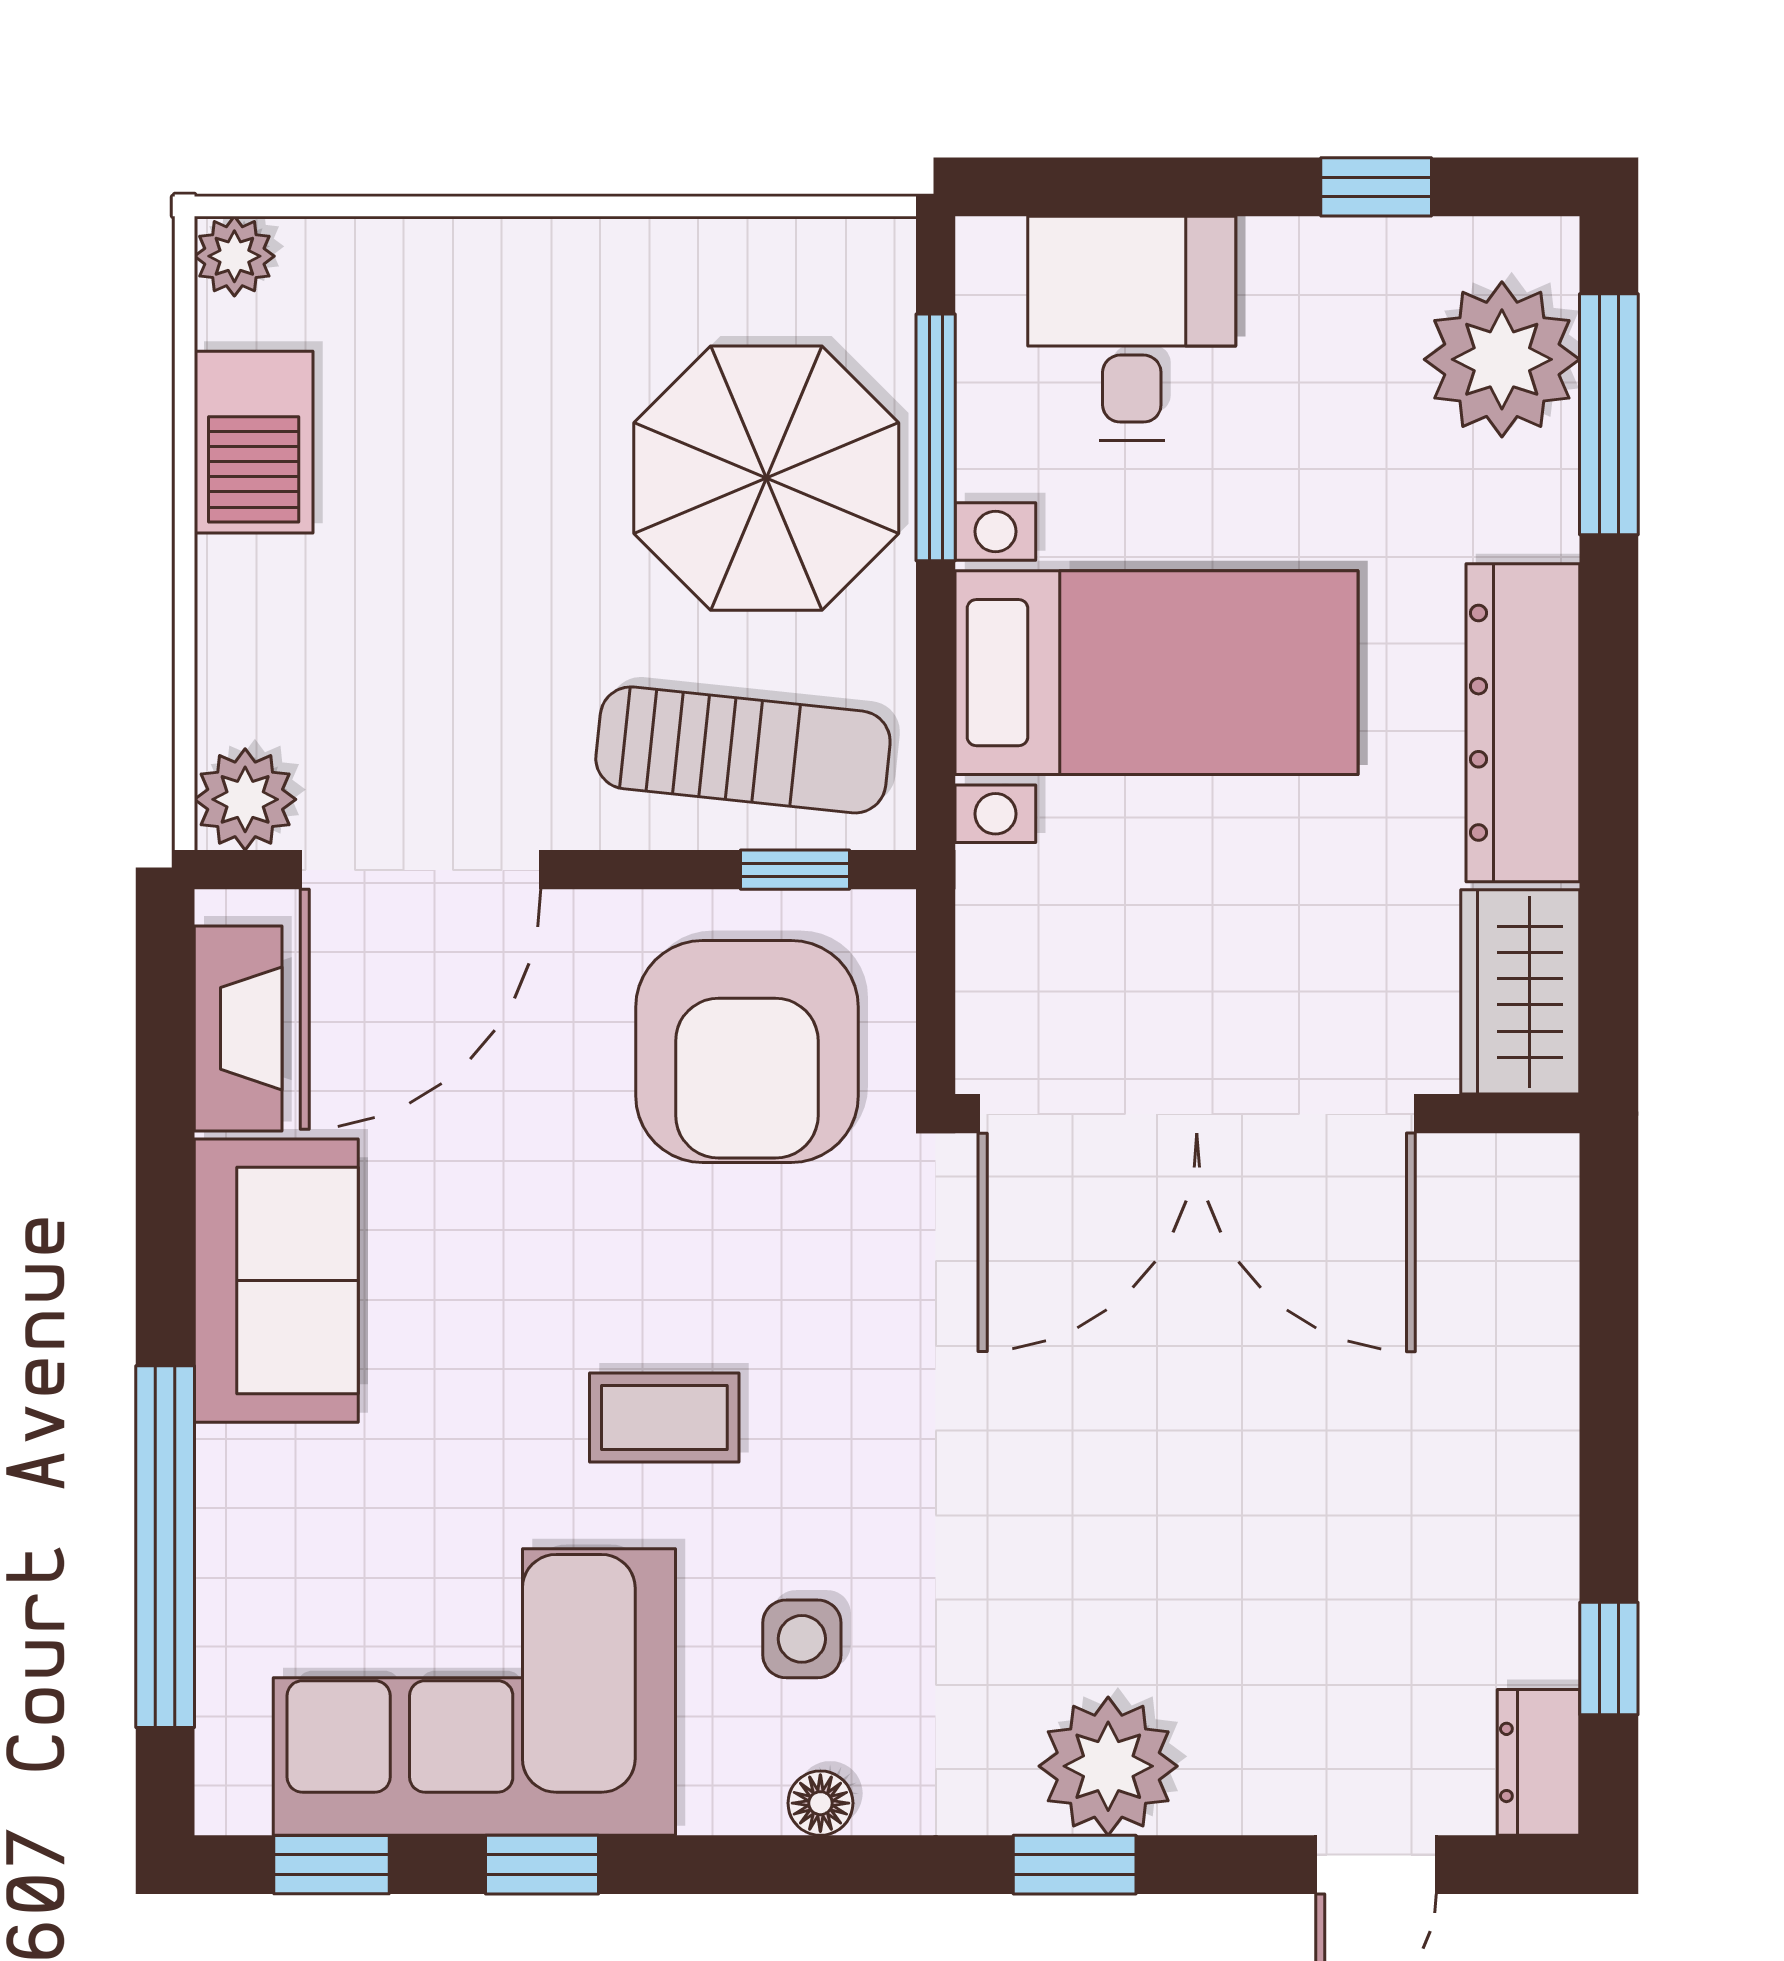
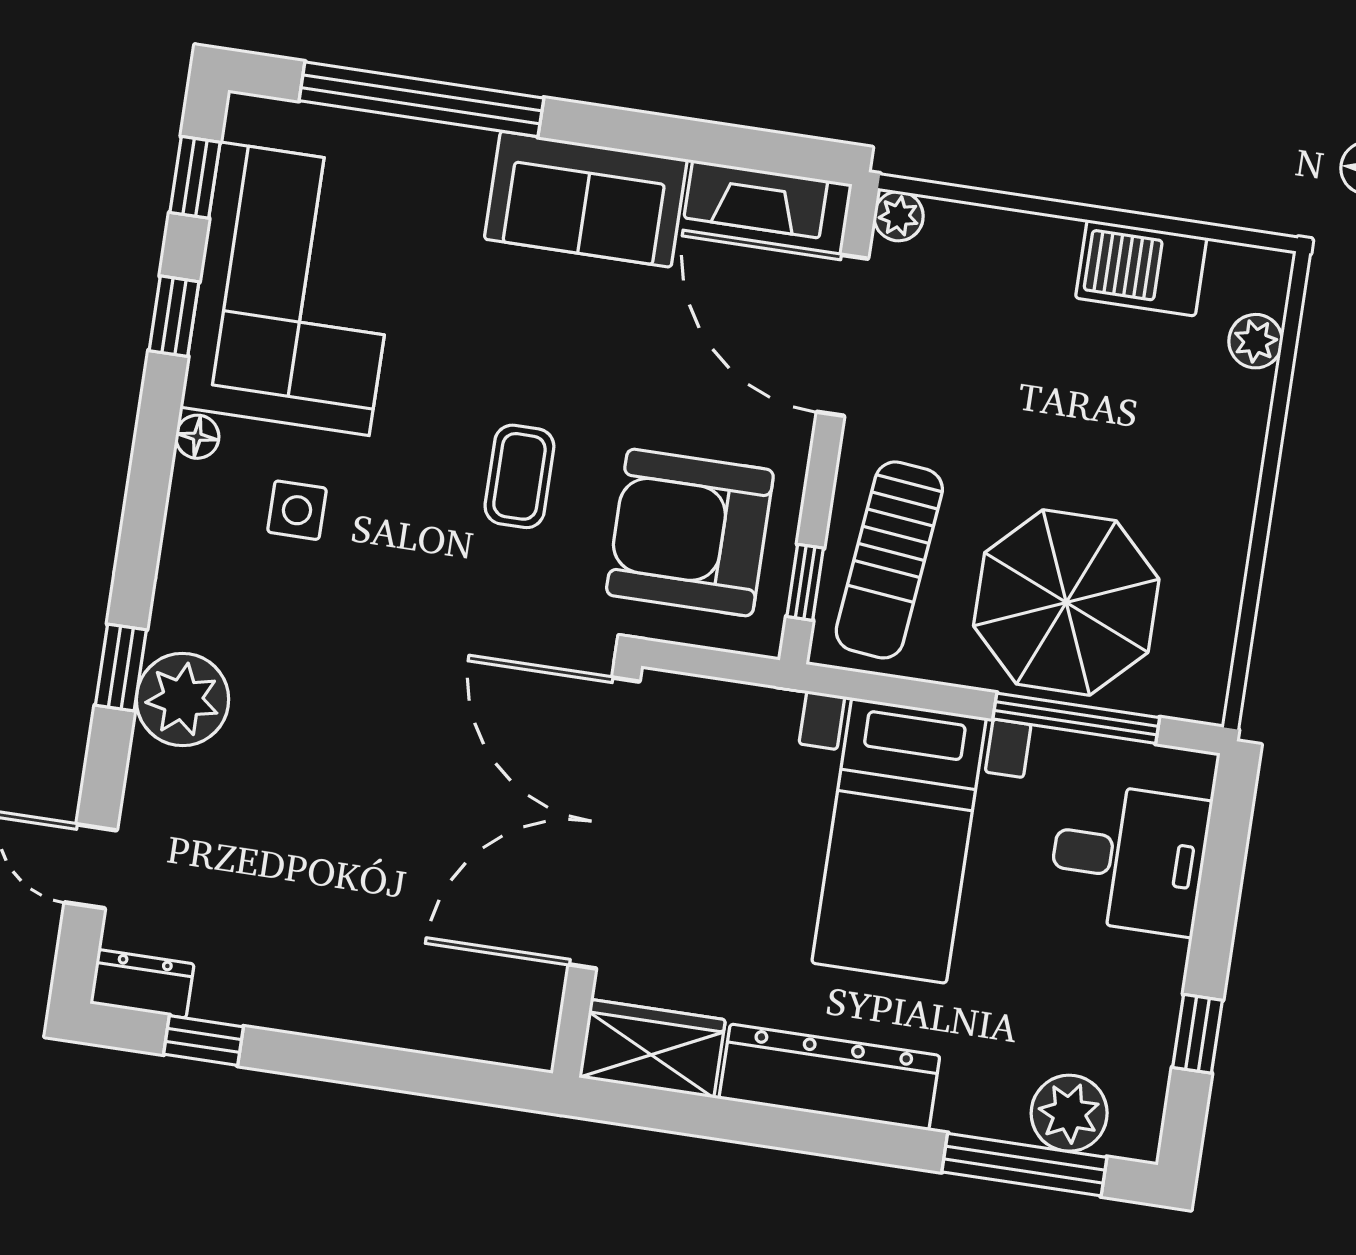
plant: (234, 256) -> (1256, 341), moved
plant: (1502, 359) -> (1069, 1113), width x0.73, depth x0.73
plant: (245, 799) -> (899, 216), width x0.73, depth x0.73
coffee table: (664, 1418) -> (519, 476), moved
floor lamp: (820, 1803) -> (197, 437), moved

